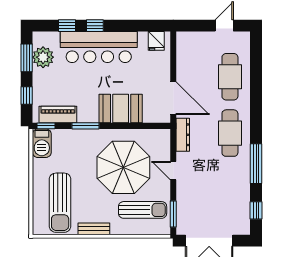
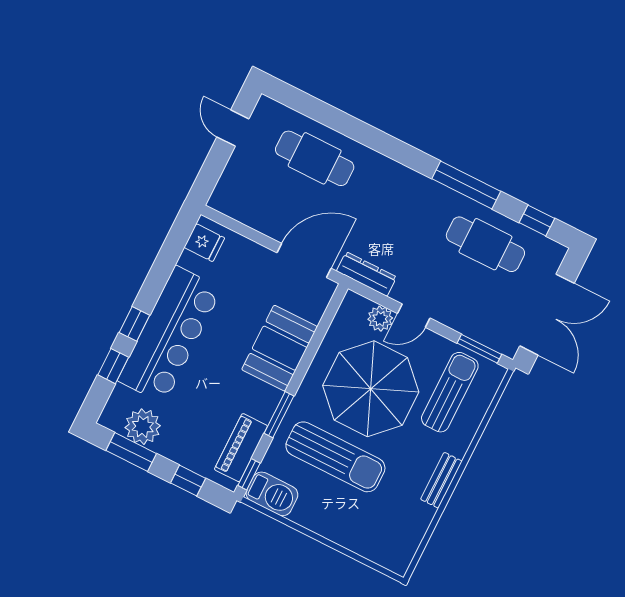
cafe table: (230, 133) -> (485, 244), moved
plant: (163, 154) -> (380, 319), added
sun lounger: (60, 203) -> (335, 457), moved

